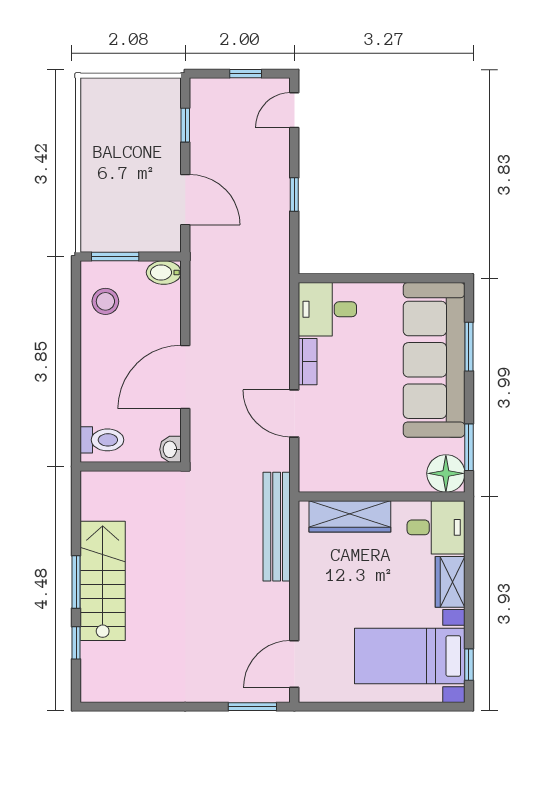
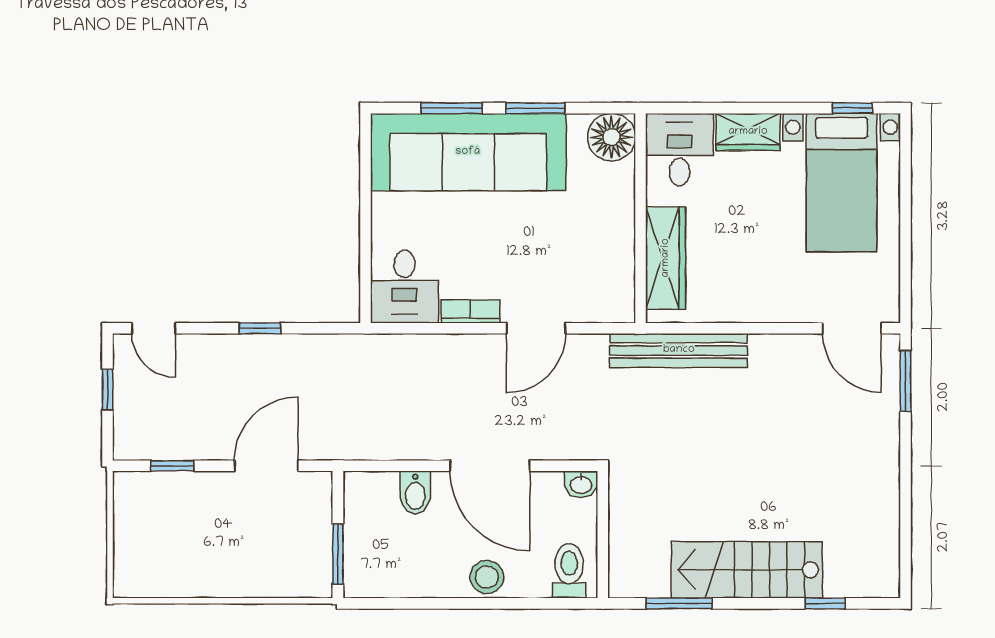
bidet: (164, 272) -> (415, 493), moved
stool: (105, 301) -> (487, 577), moved
window: (469, 447) -> (535, 108), moved
window: (76, 582) -> (679, 603), moved

